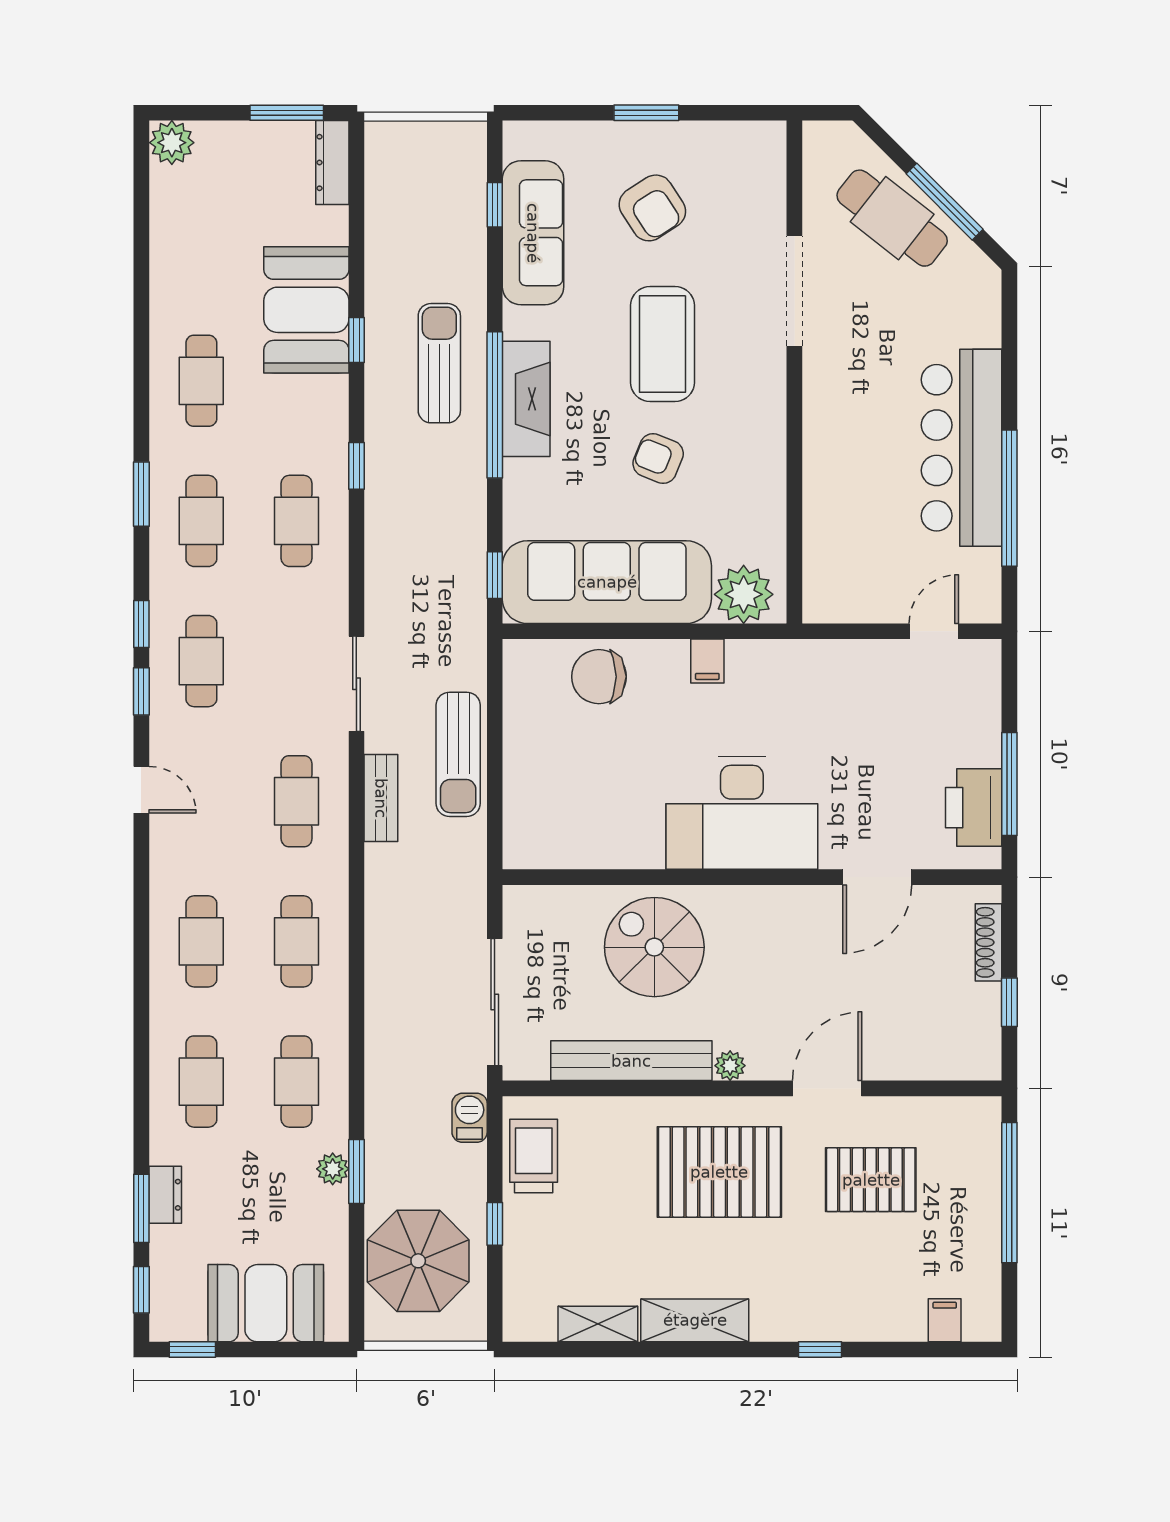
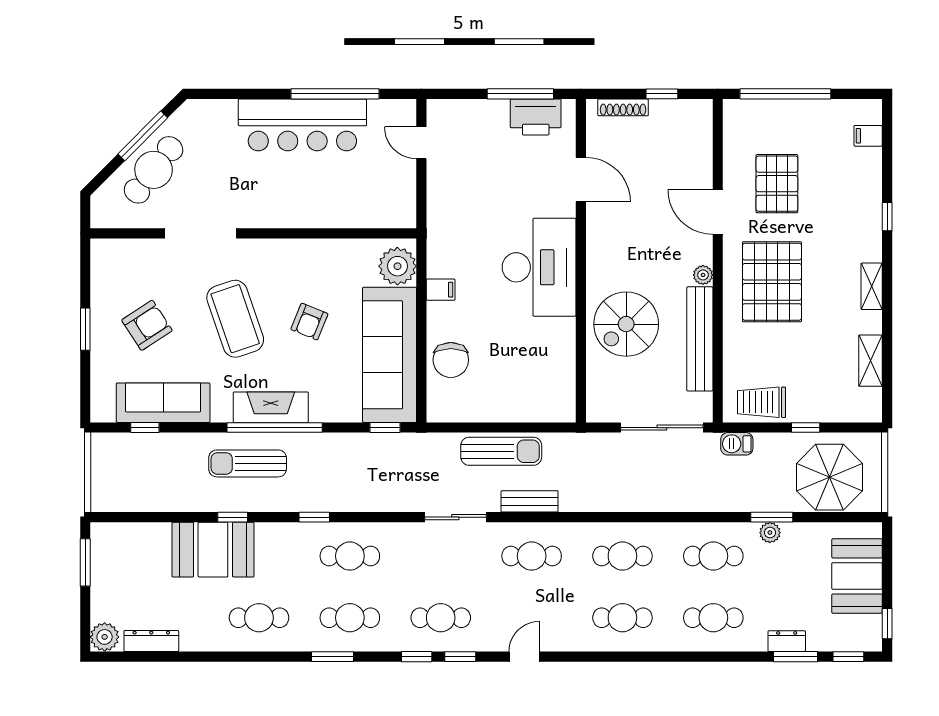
dresser: (332, 163) -> (151, 641), moved, turned 180
coffee table: (663, 344) -> (235, 319), turned 71
shelving: (695, 1320) -> (872, 286), width x0.67, depth x0.75

